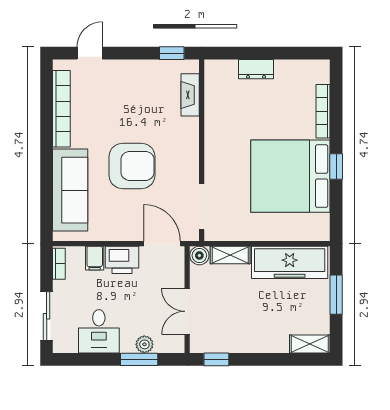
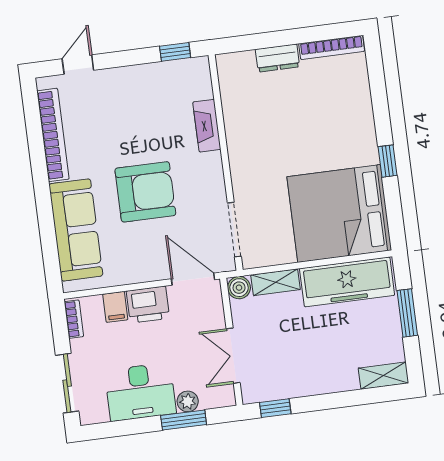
fireplace: (190, 95) -> (207, 126), moved
bookcase: (323, 111) -> (332, 47), moved, turned -90
bed: (290, 176) -> (339, 213), moved
desk: (99, 331) -> (140, 392), width x1.37

